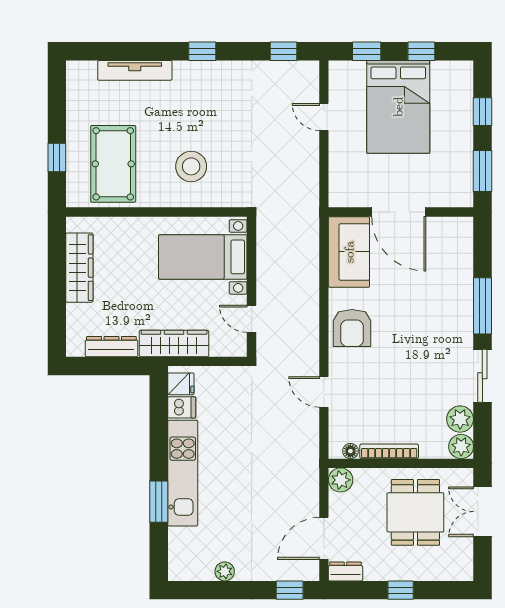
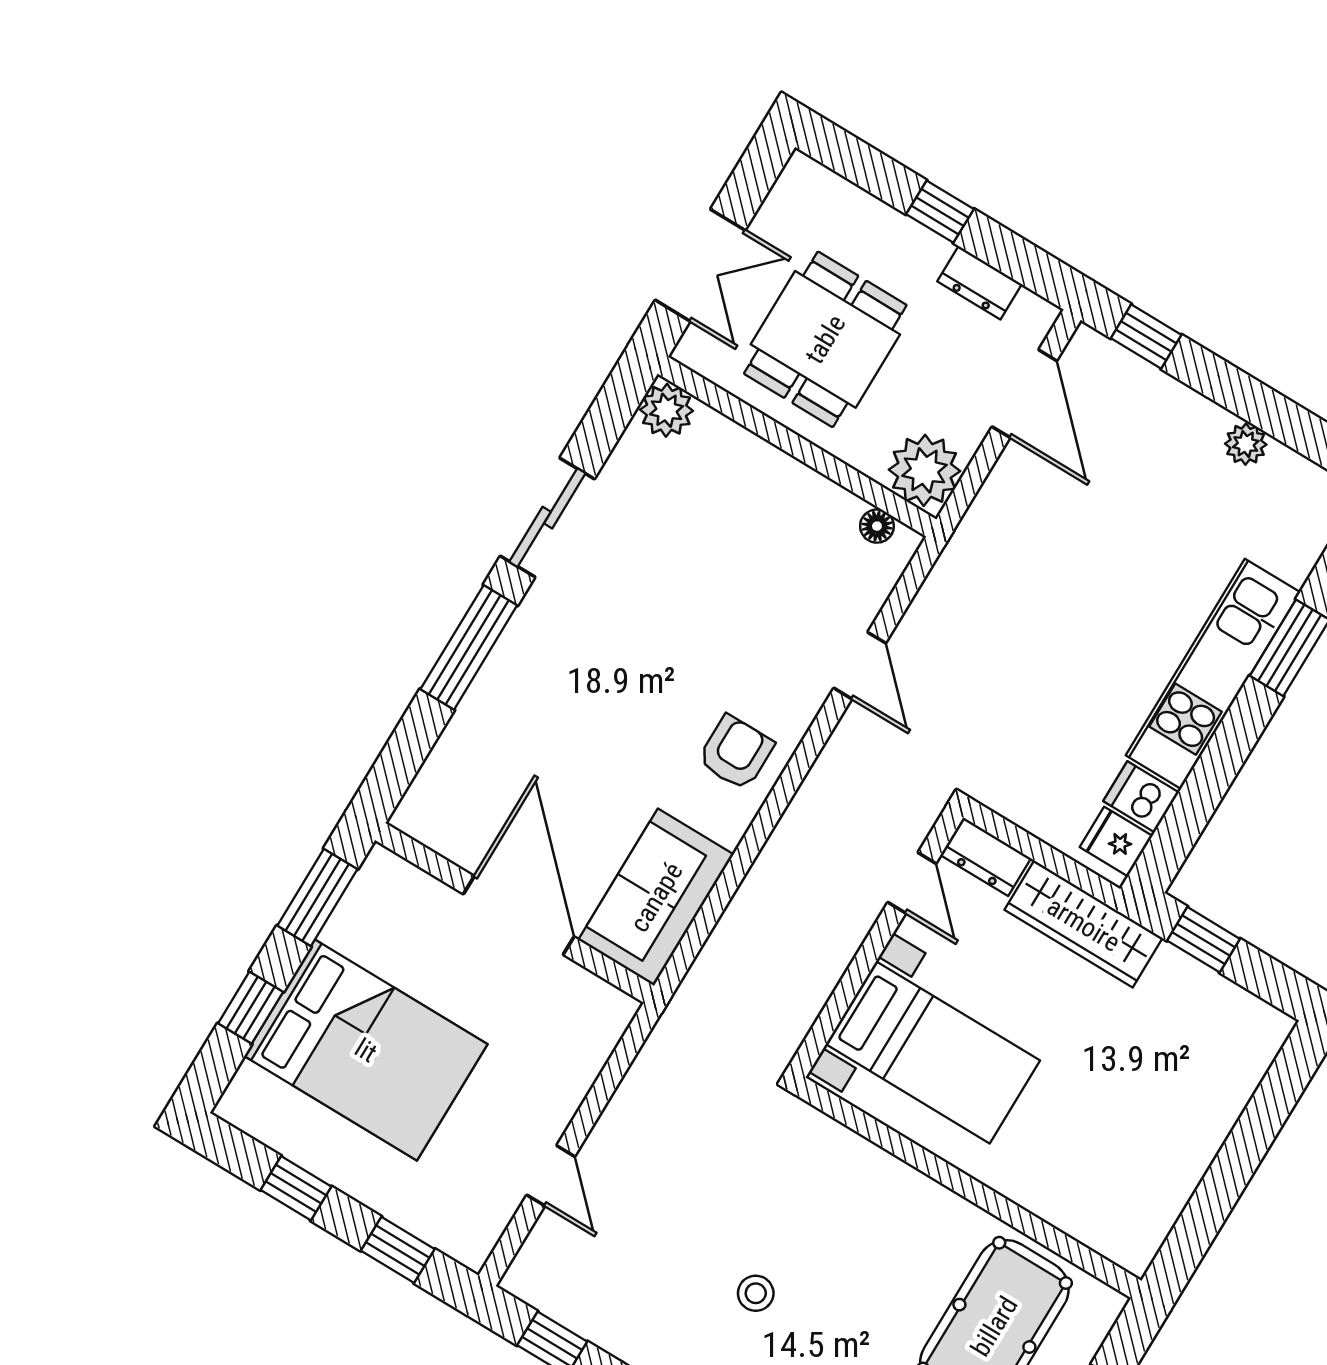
bed: (398, 107) -> (366, 1050), moved, turned 90
stool: (191, 166) -> (756, 1293), moved, width x0.53, depth x0.53
wardrobe: (79, 268) -> (1174, 1171), removed
armchair: (352, 328) -> (736, 753), width x0.72, depth x0.72
dresser: (111, 347) -> (986, 857), moved, width x0.70
window: (123, 366) -> (1204, 940), added
plant: (460, 419) -> (638, 462), removed
bookcase: (389, 451) -> (806, 482), removed
plant: (341, 480) -> (924, 470), width x1.36, depth x1.36
door: (324, 538) -> (1024, 394), hinge flipped
dresser: (346, 571) -> (980, 283), moved

